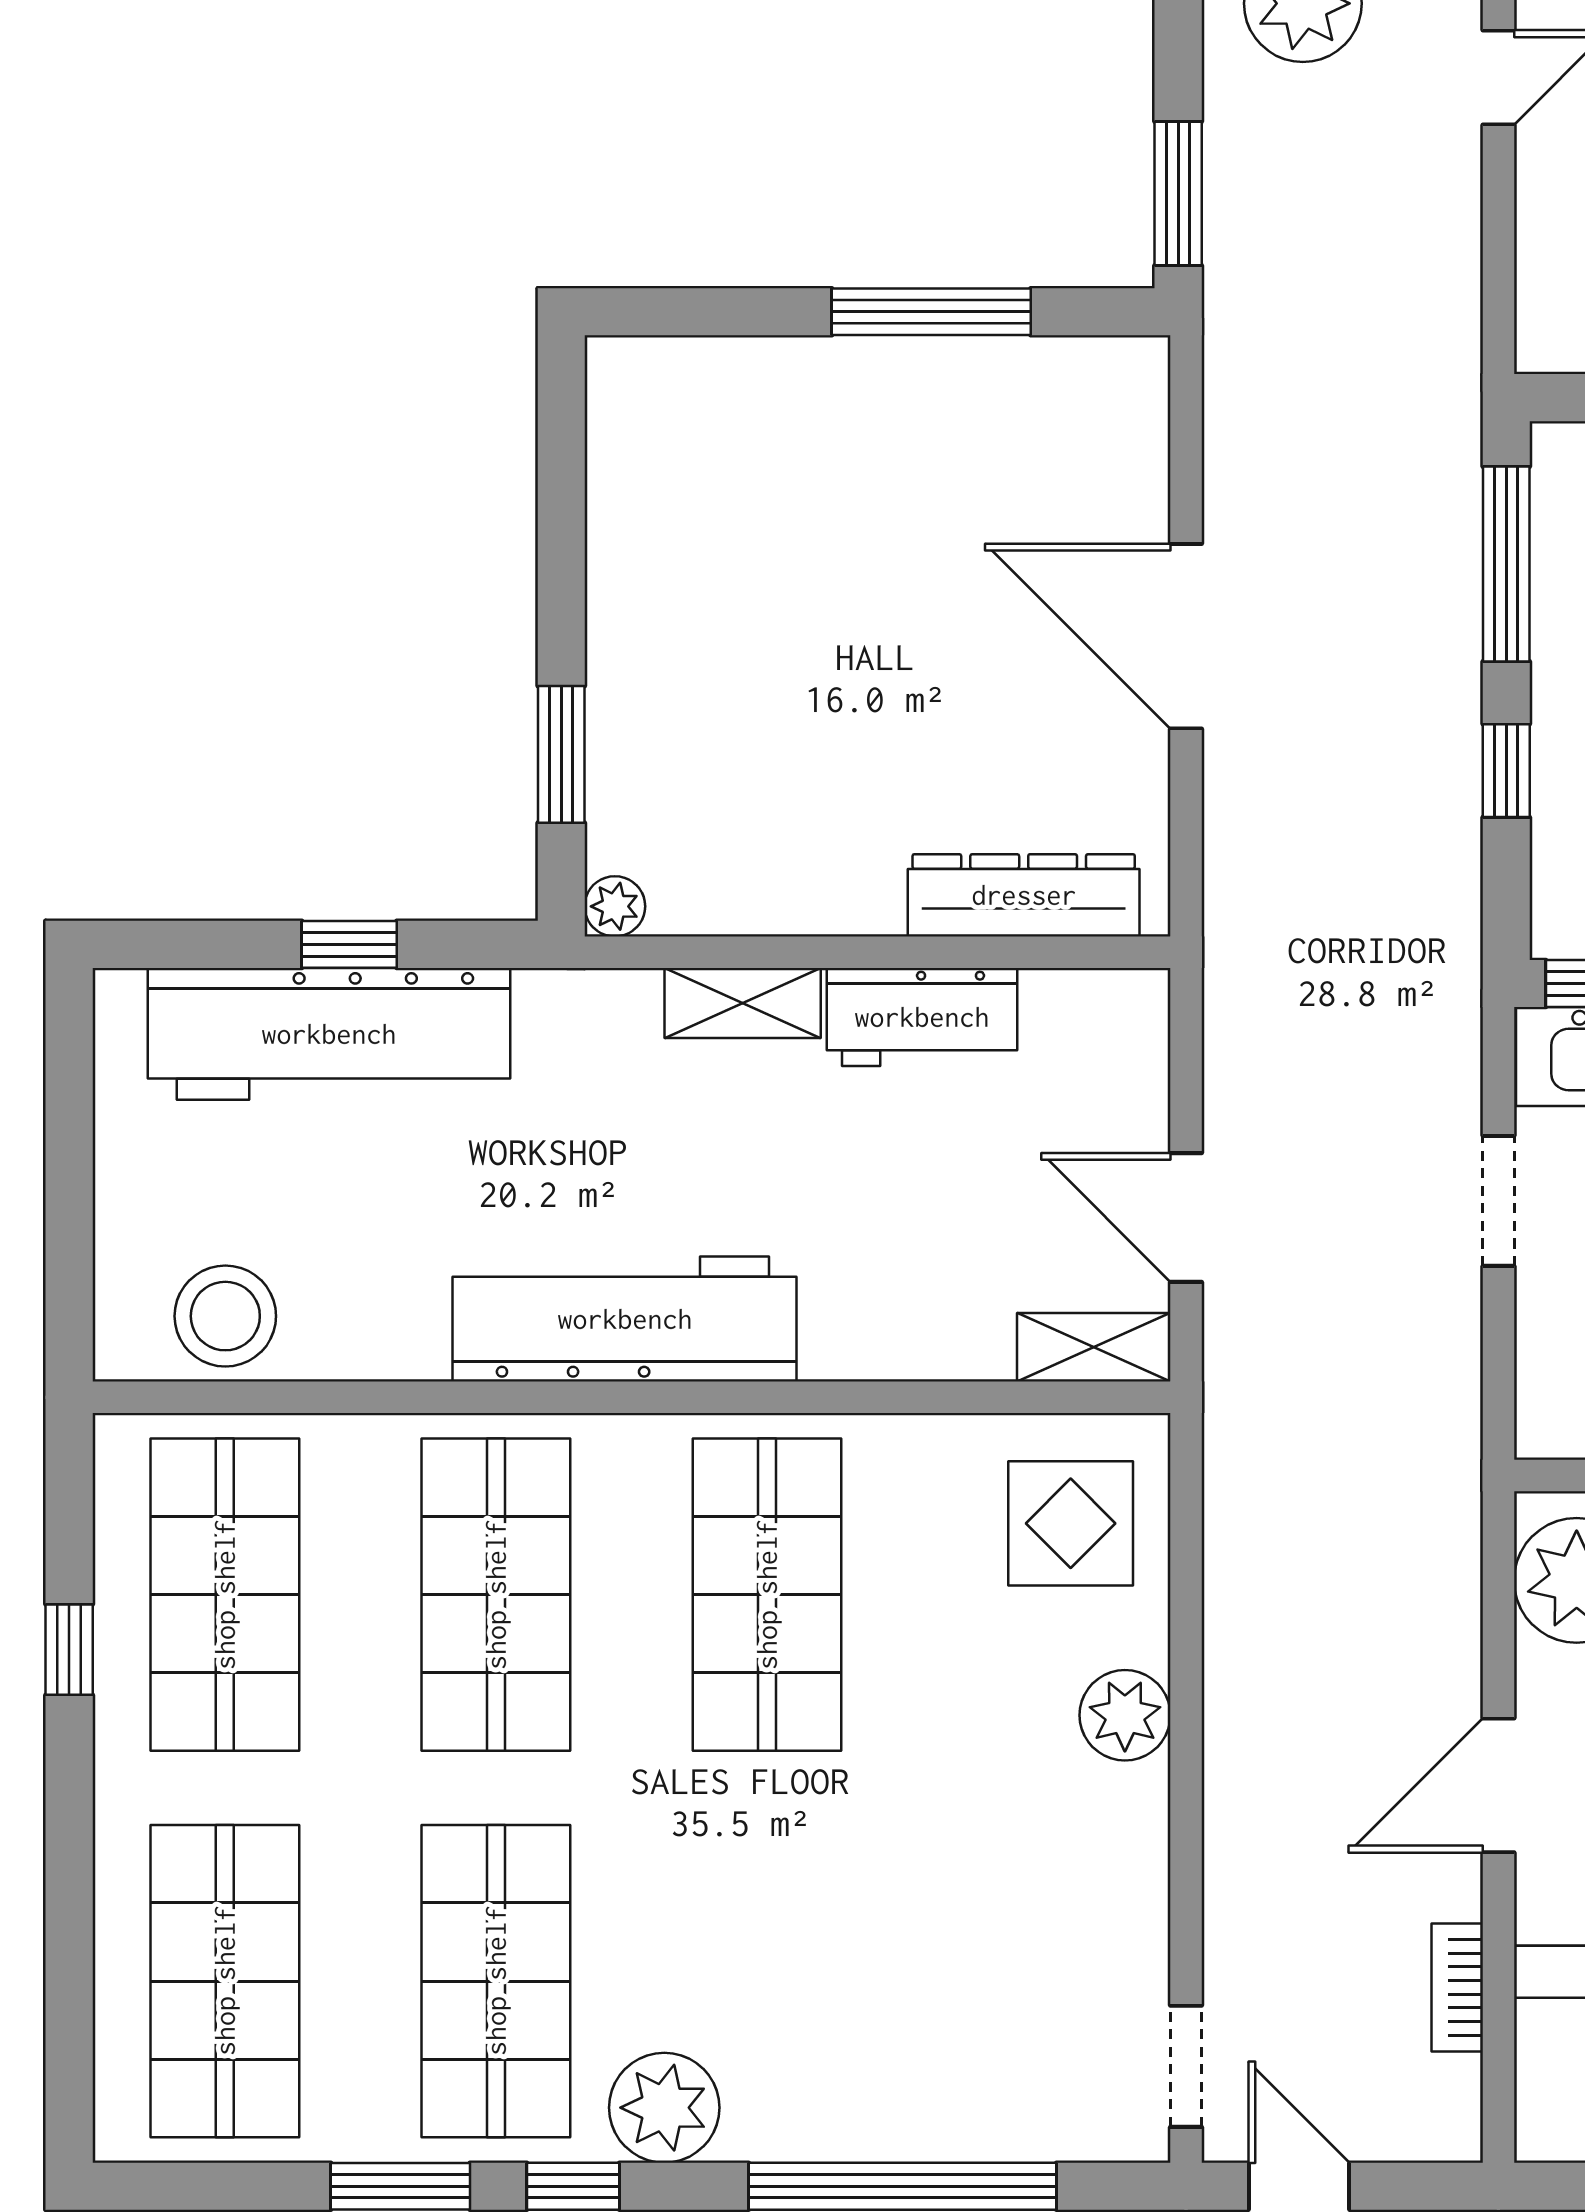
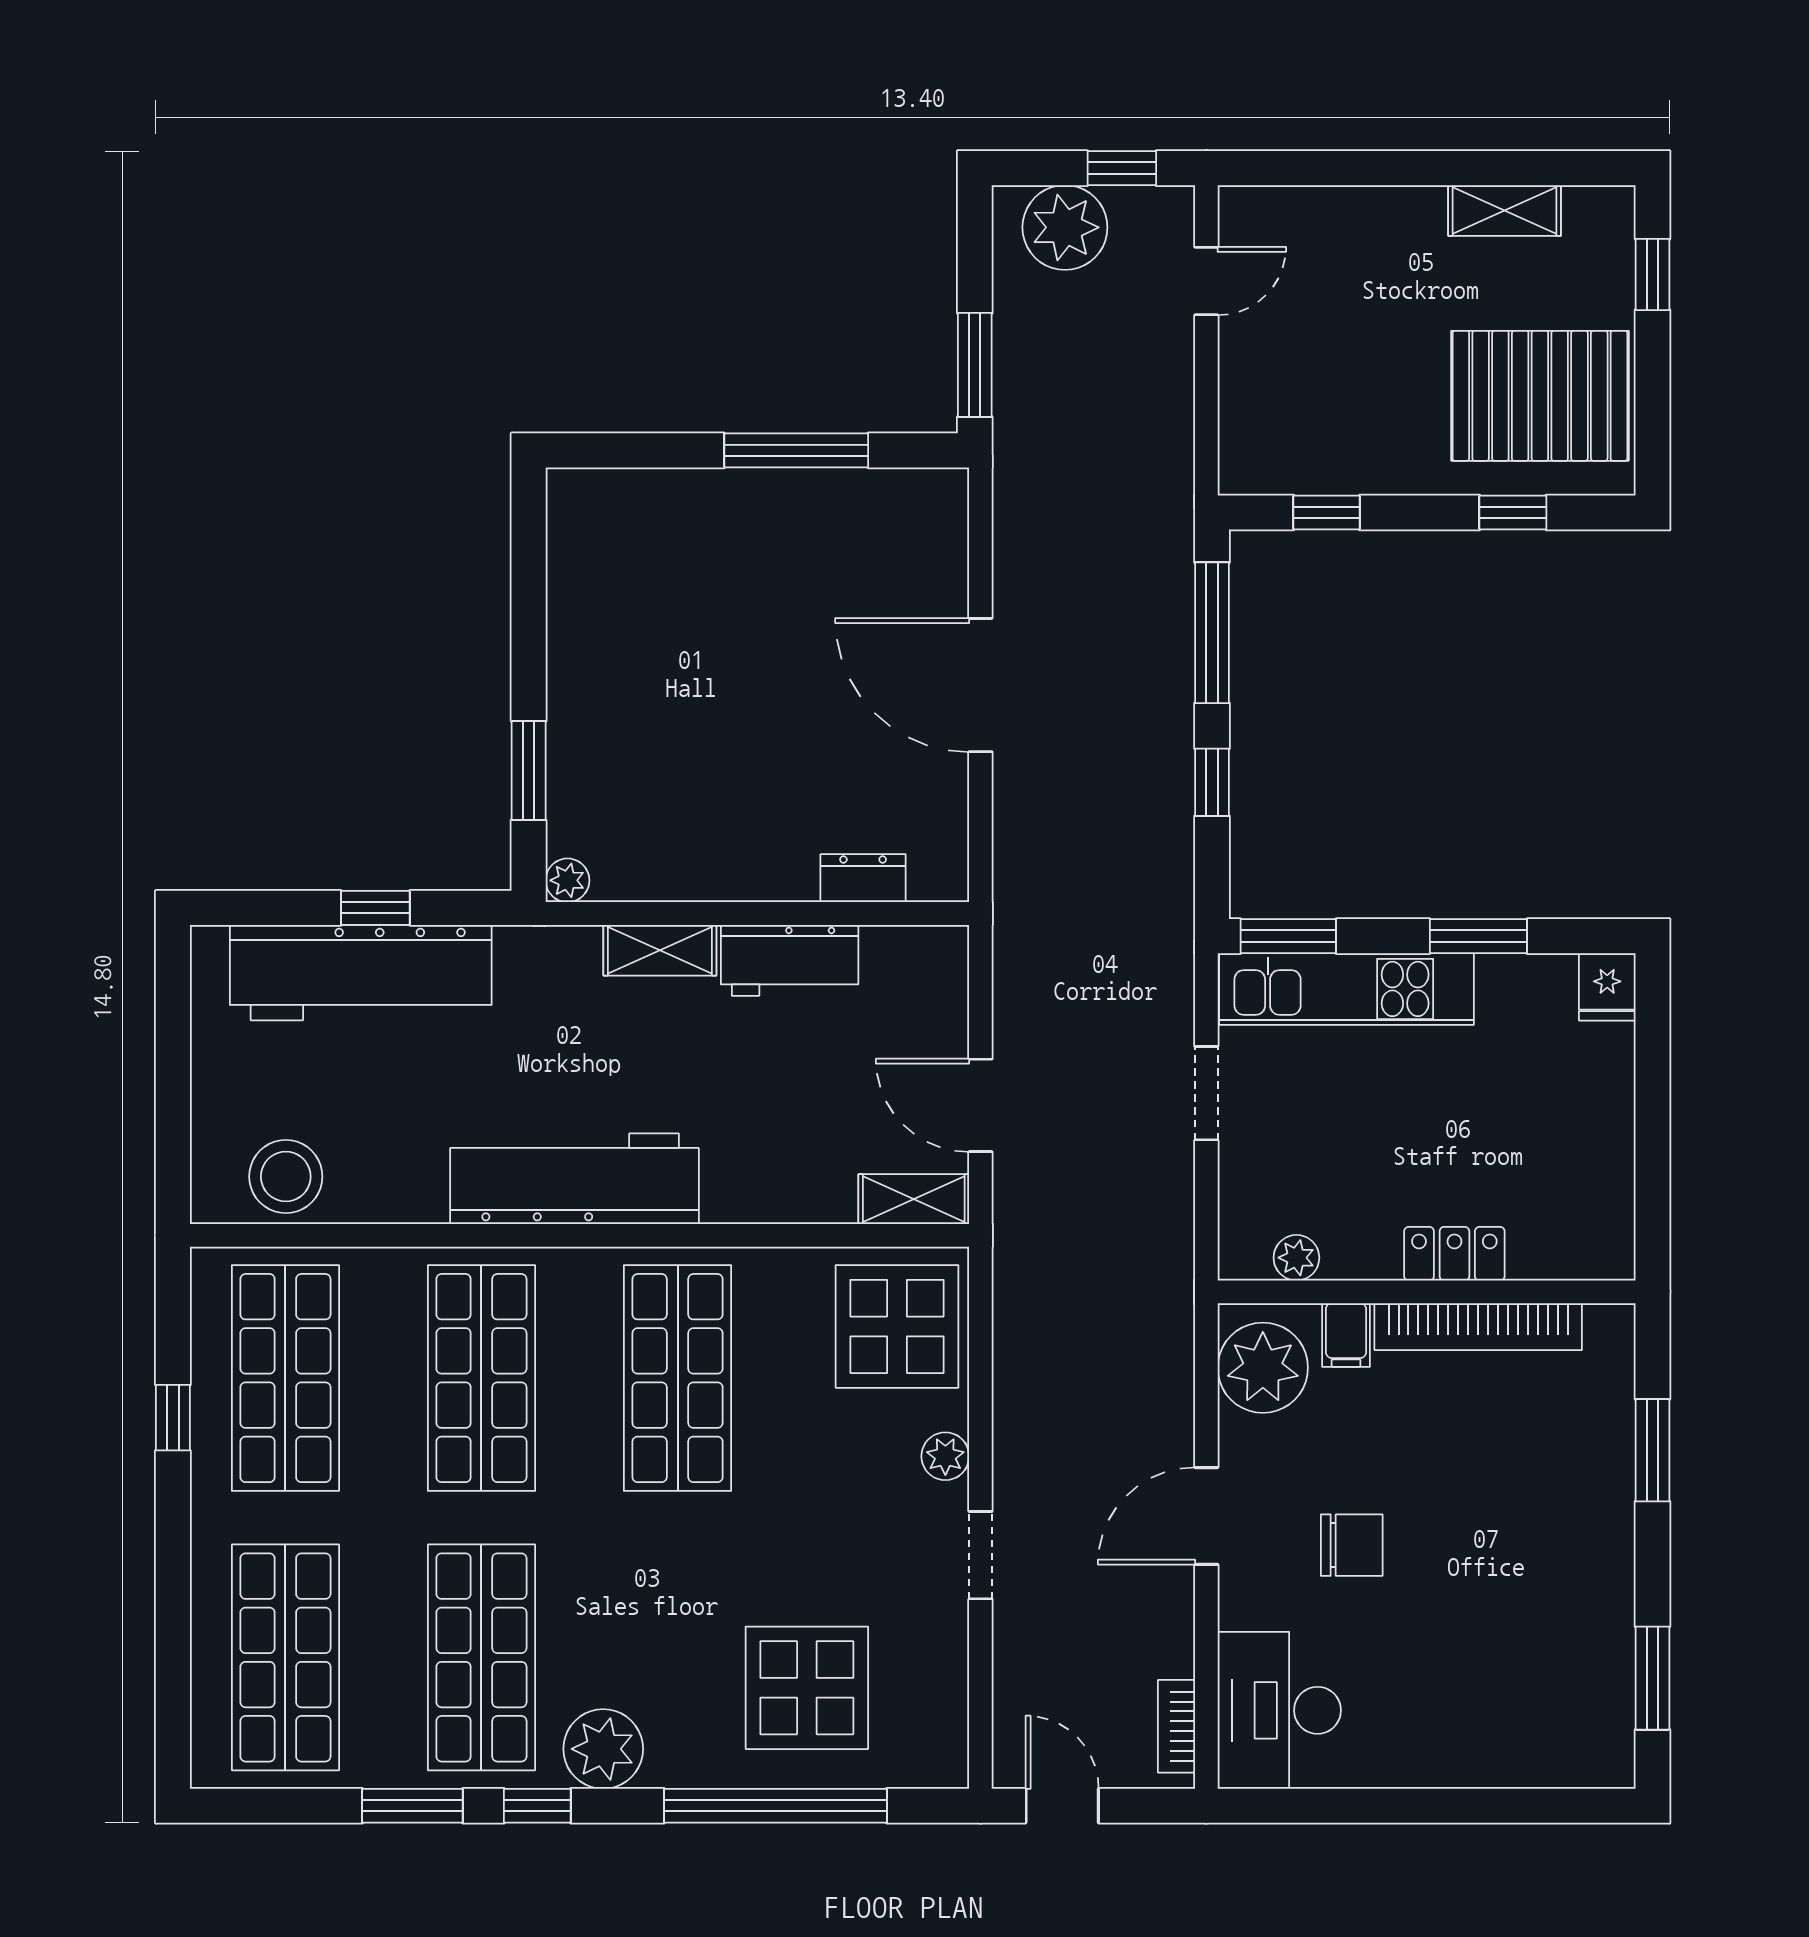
dresser: (1024, 895) -> (863, 878), width x0.51, depth x0.80
display table: (1071, 1523) -> (897, 1326), width x1.36, depth x1.36
plant: (1125, 1715) -> (945, 1456), width x0.73, depth x0.73
bookcase: (1457, 1987) -> (1176, 1726), moved
display table: (946, 2023) -> (807, 1688), added
doorway: (1186, 2066) -> (980, 1555), moved

